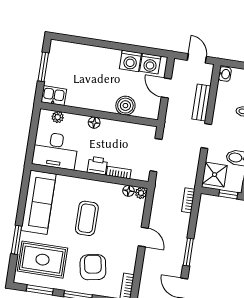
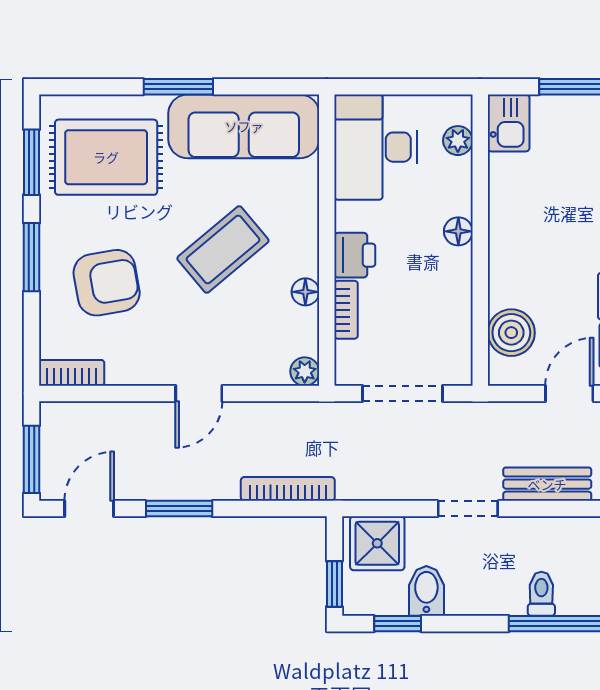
boiler: (125, 106) -> (511, 333), moved
floor lamp: (128, 191) -> (305, 292), moved
bookcase: (188, 200) -> (288, 489), width x1.56
coffee table: (87, 218) -> (223, 250), turned -40
window: (16, 240) -> (178, 87), moved
rug: (42, 260) -> (106, 157), turned 90

